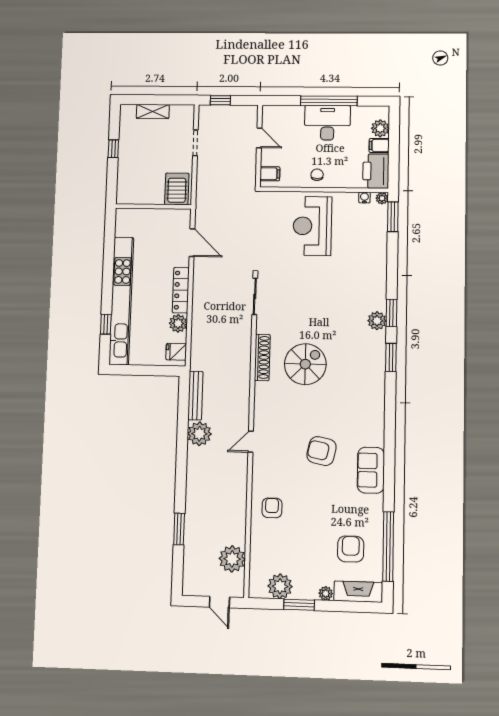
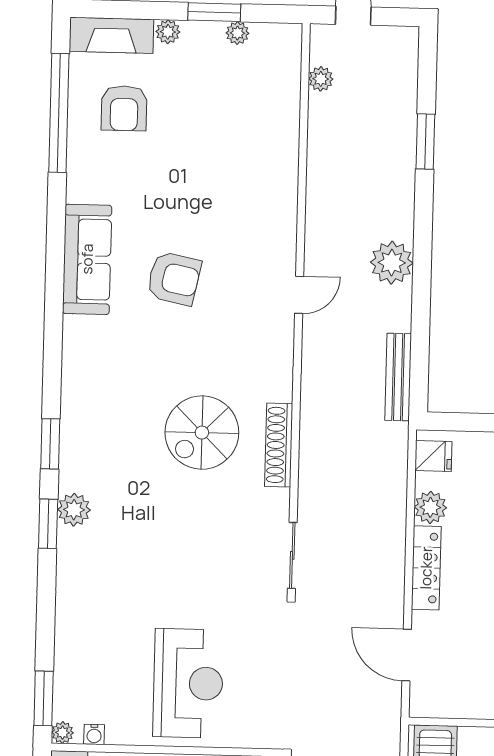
plant: (199, 434) -> (392, 263), moved
sofa: (371, 470) -> (87, 259), width x1.36
armchair: (272, 508) -> (261, 179), removed
plant: (232, 559) -> (321, 79), width x0.53, depth x0.53
plant: (280, 586) -> (237, 33), width x0.53, depth x0.53

